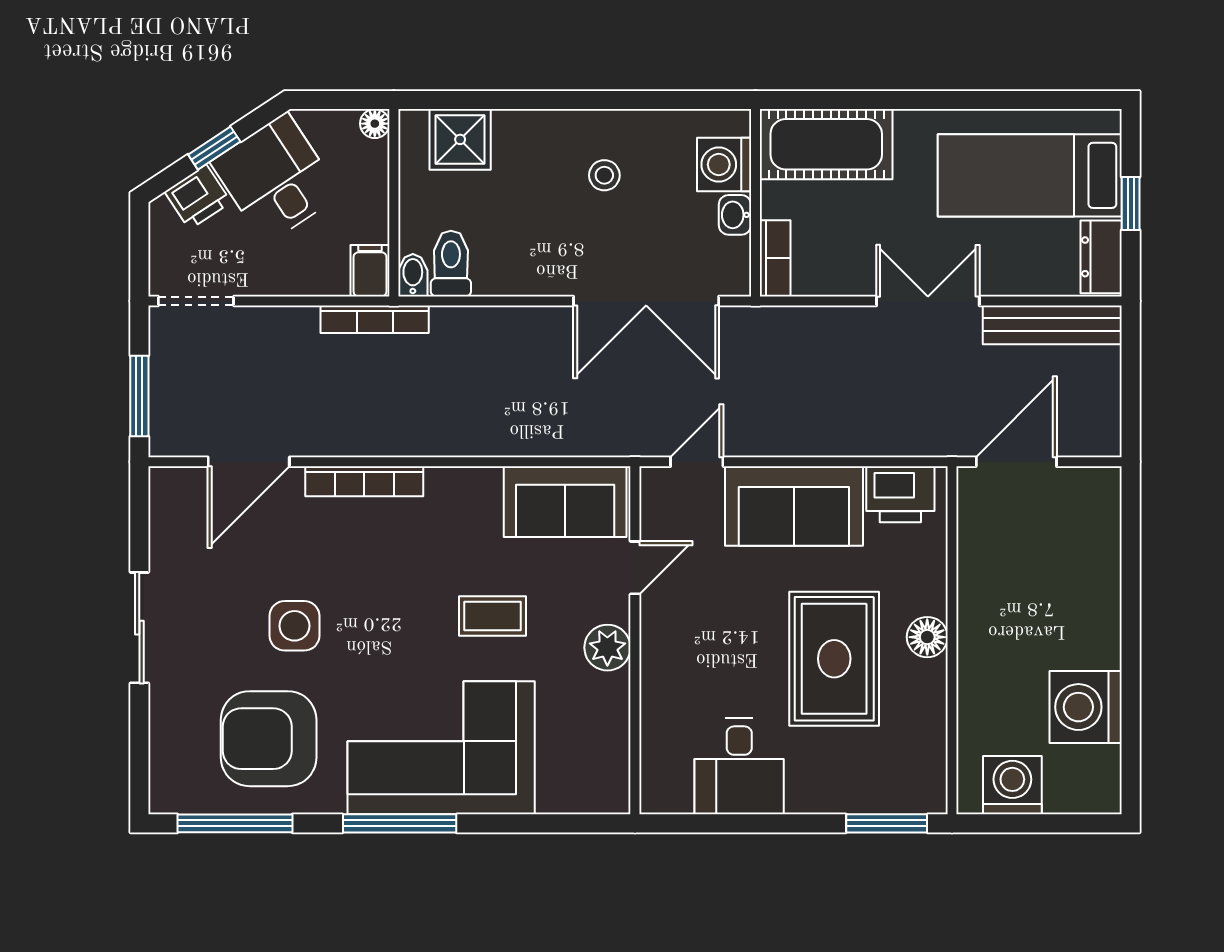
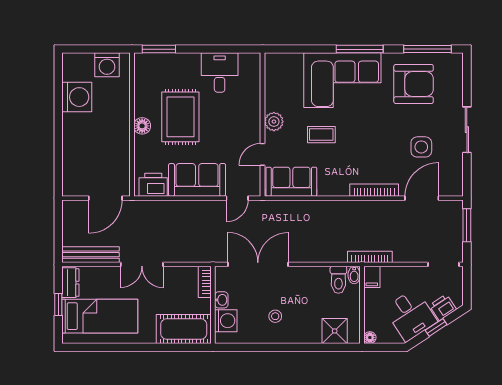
side table: (294, 626) -> (421, 147), moved

